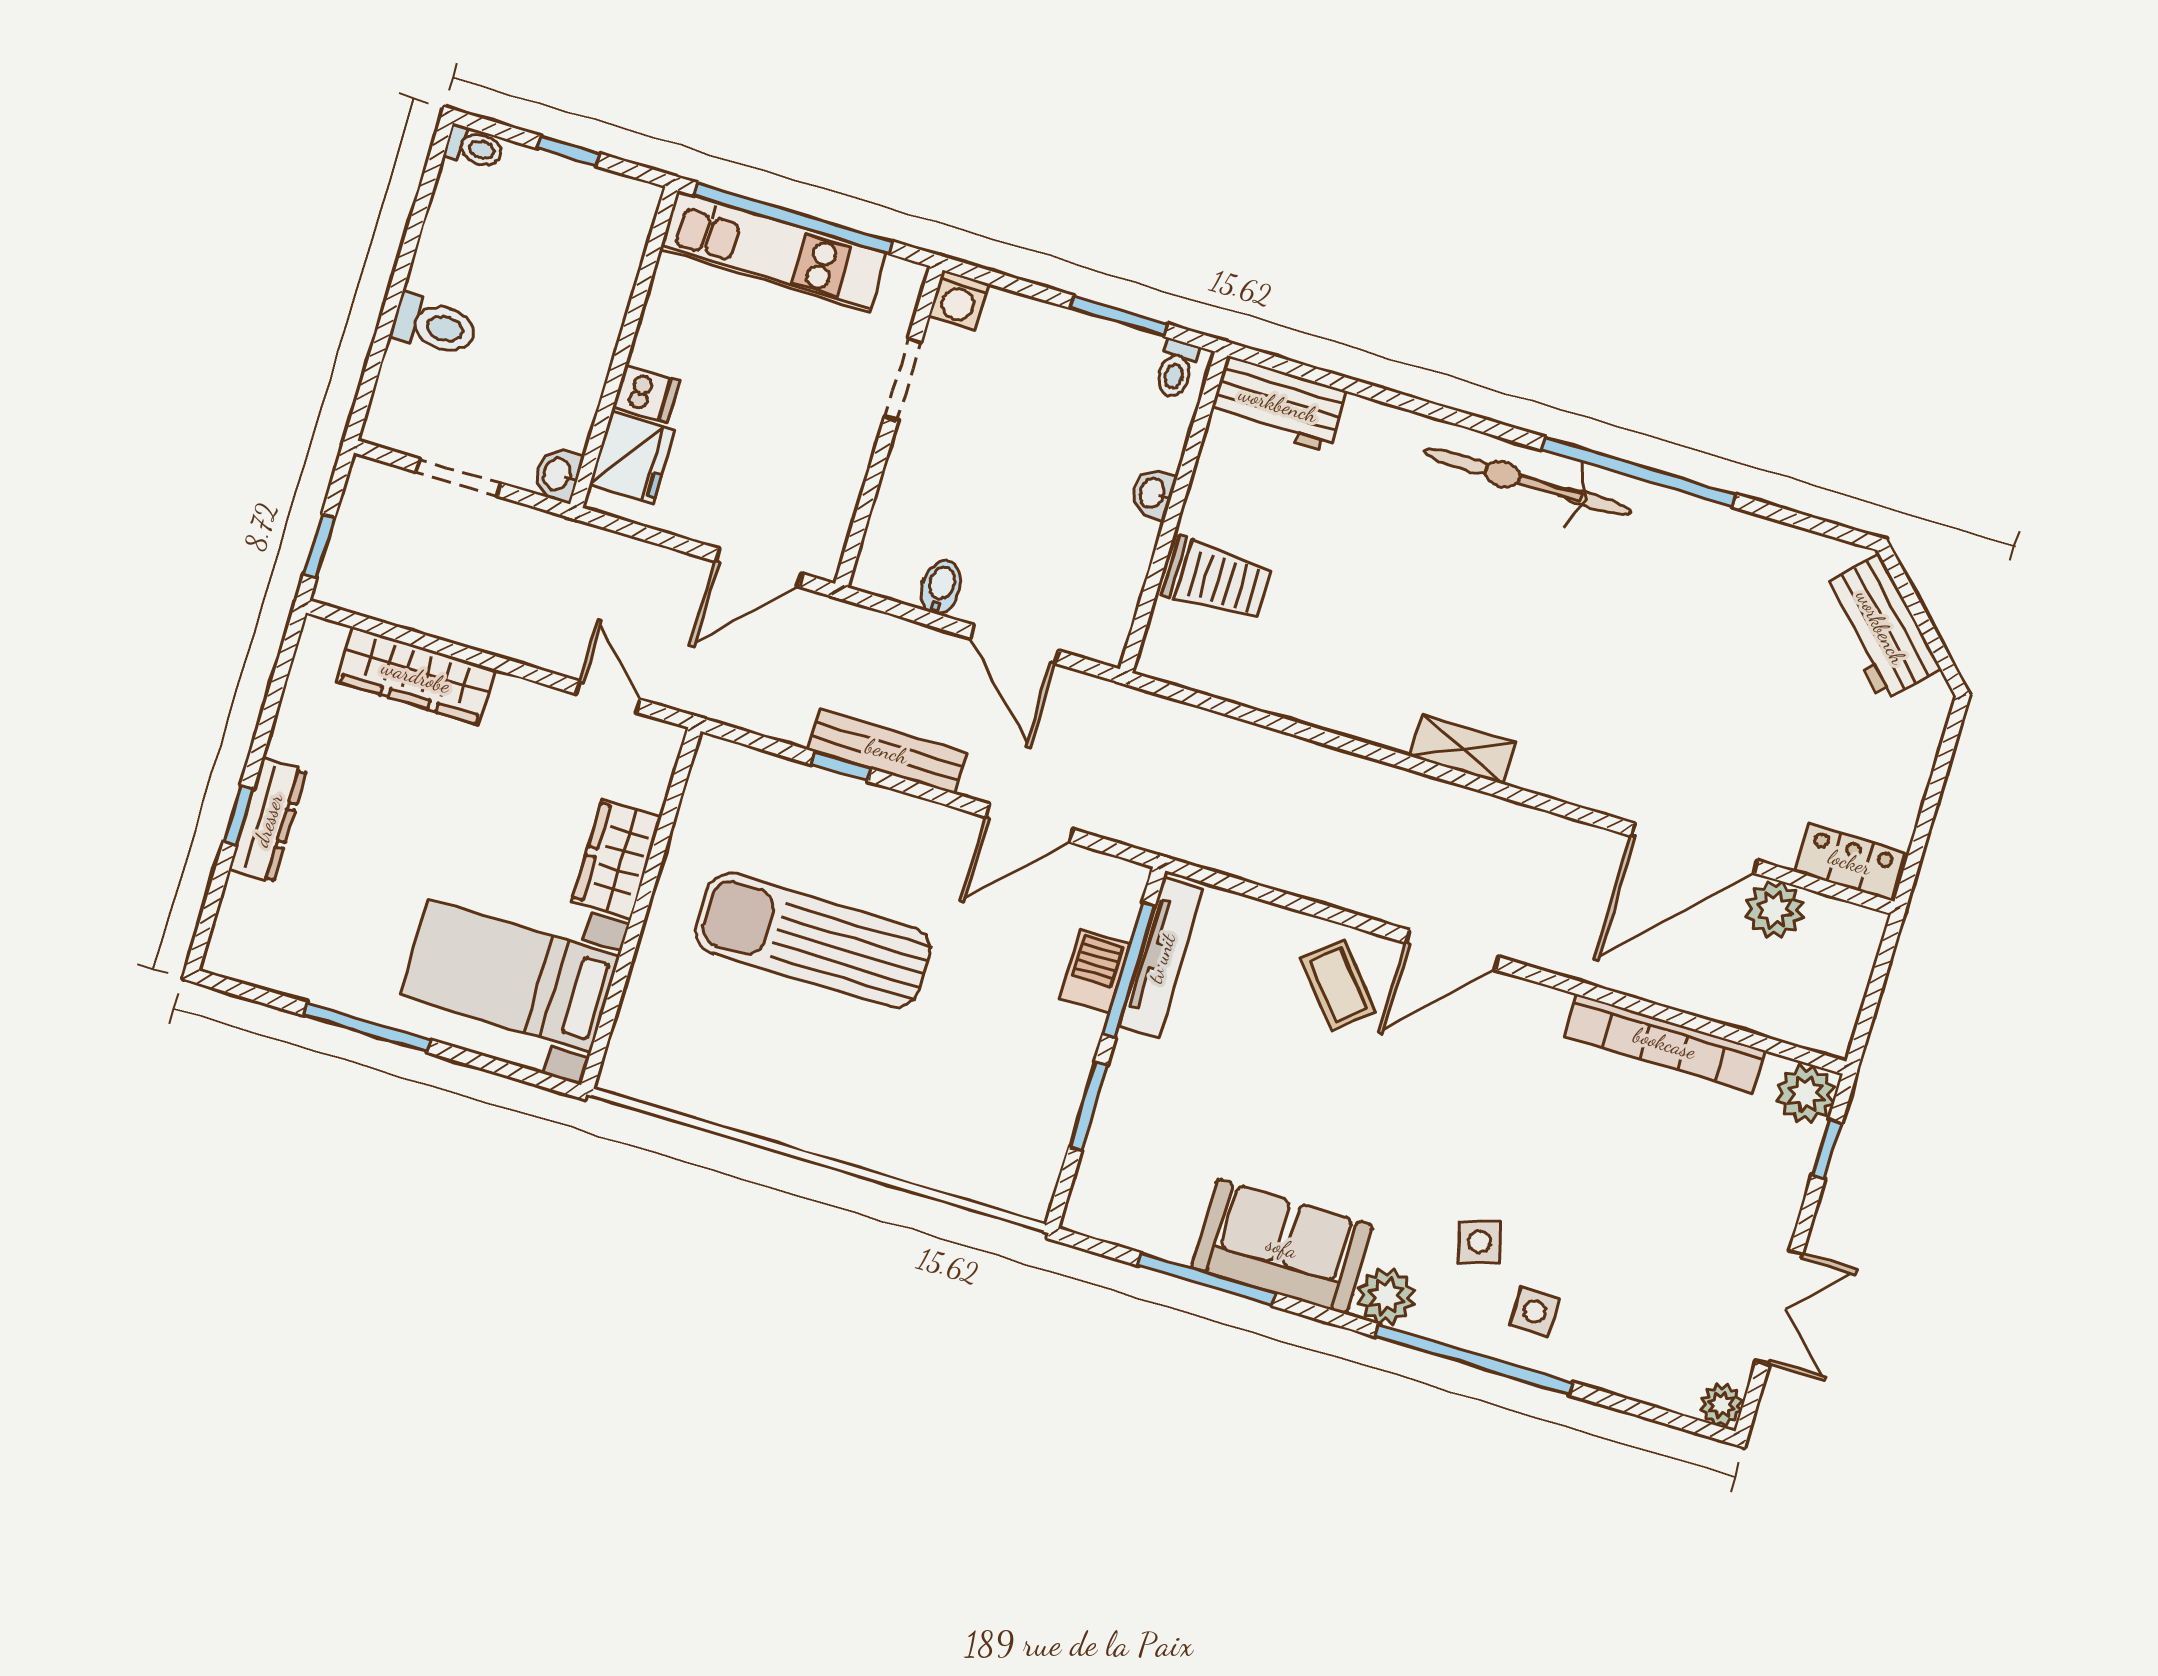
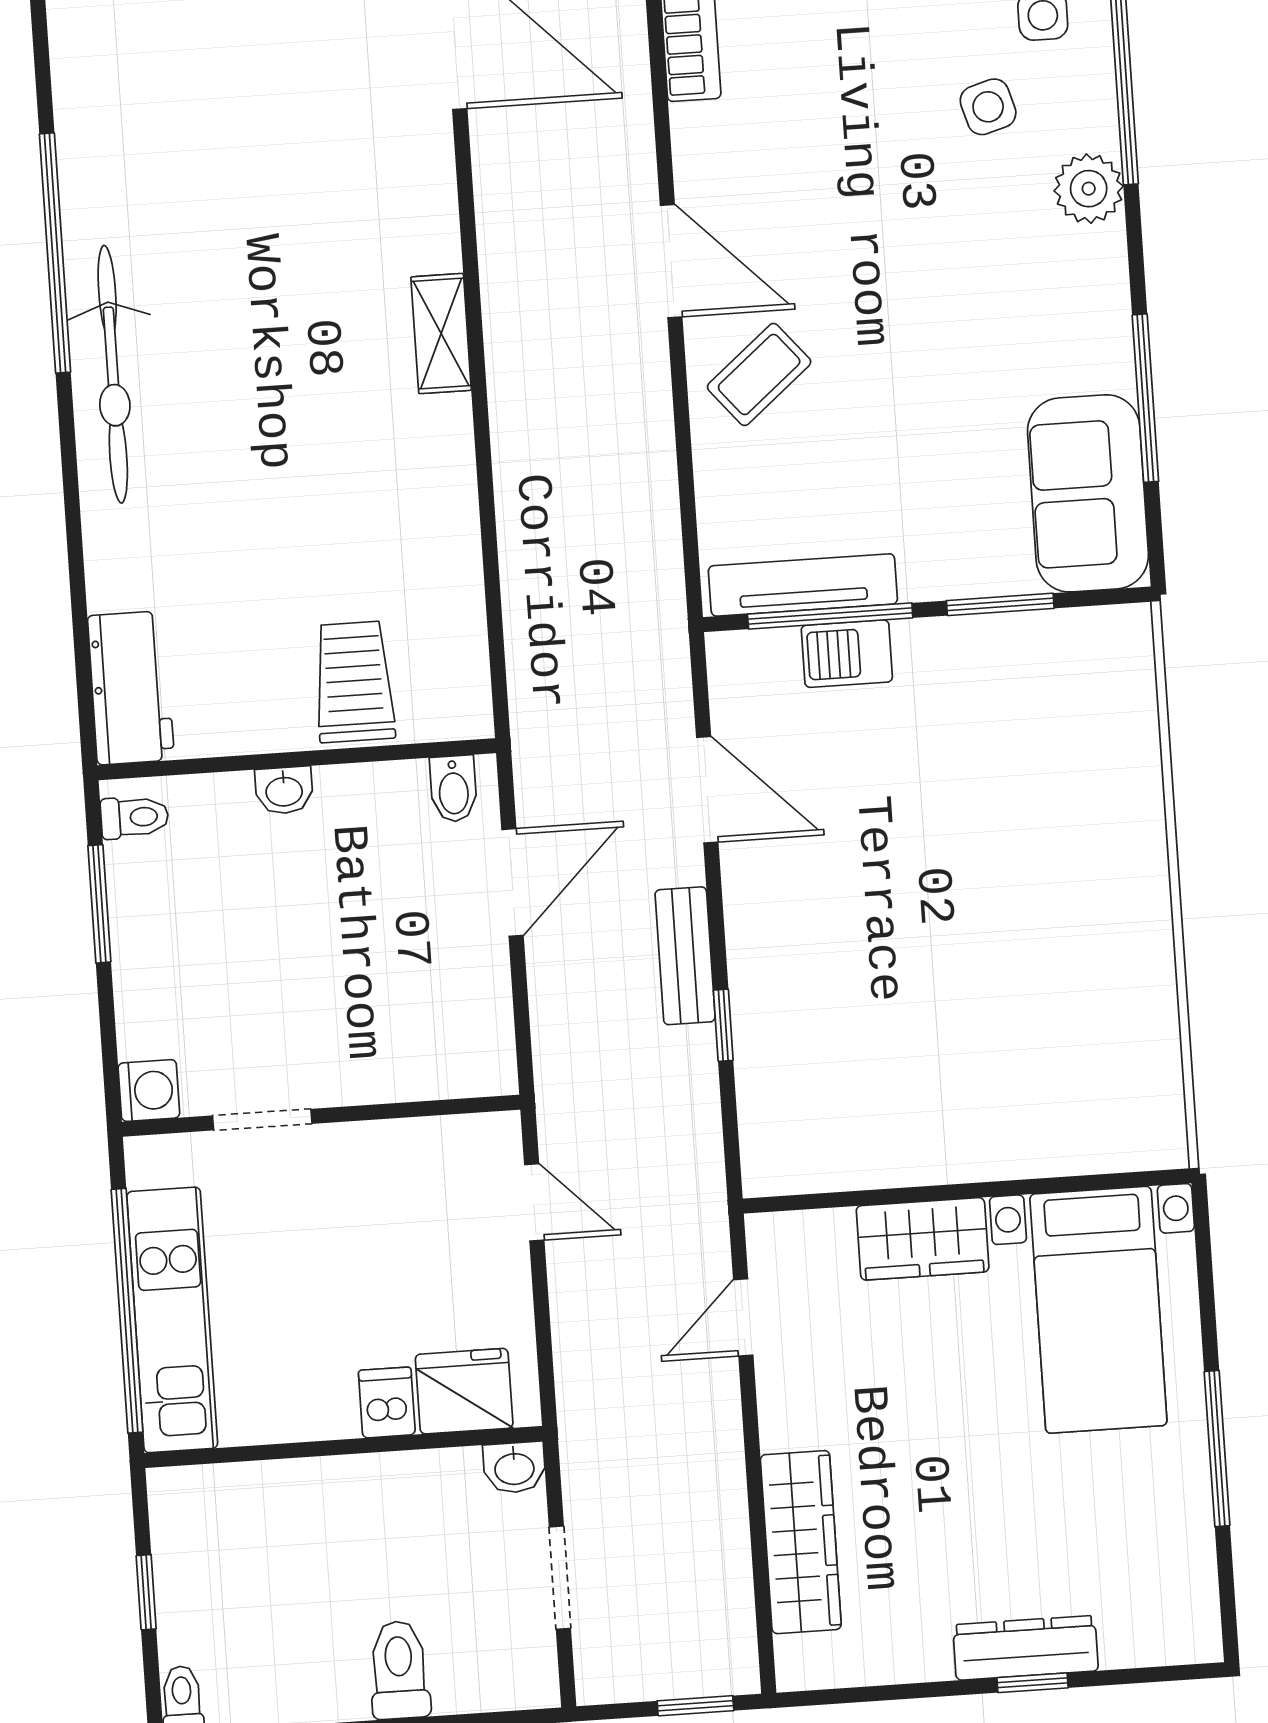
door: (759, 568) -> (534, 1202), width x0.73
bidet: (941, 587) -> (453, 789), moved, turned -90
bench: (887, 751) -> (685, 956), width x0.73
sun lounger: (813, 940) -> (931, 984), removed
sofa: (1282, 1247) -> (1088, 493), moved

